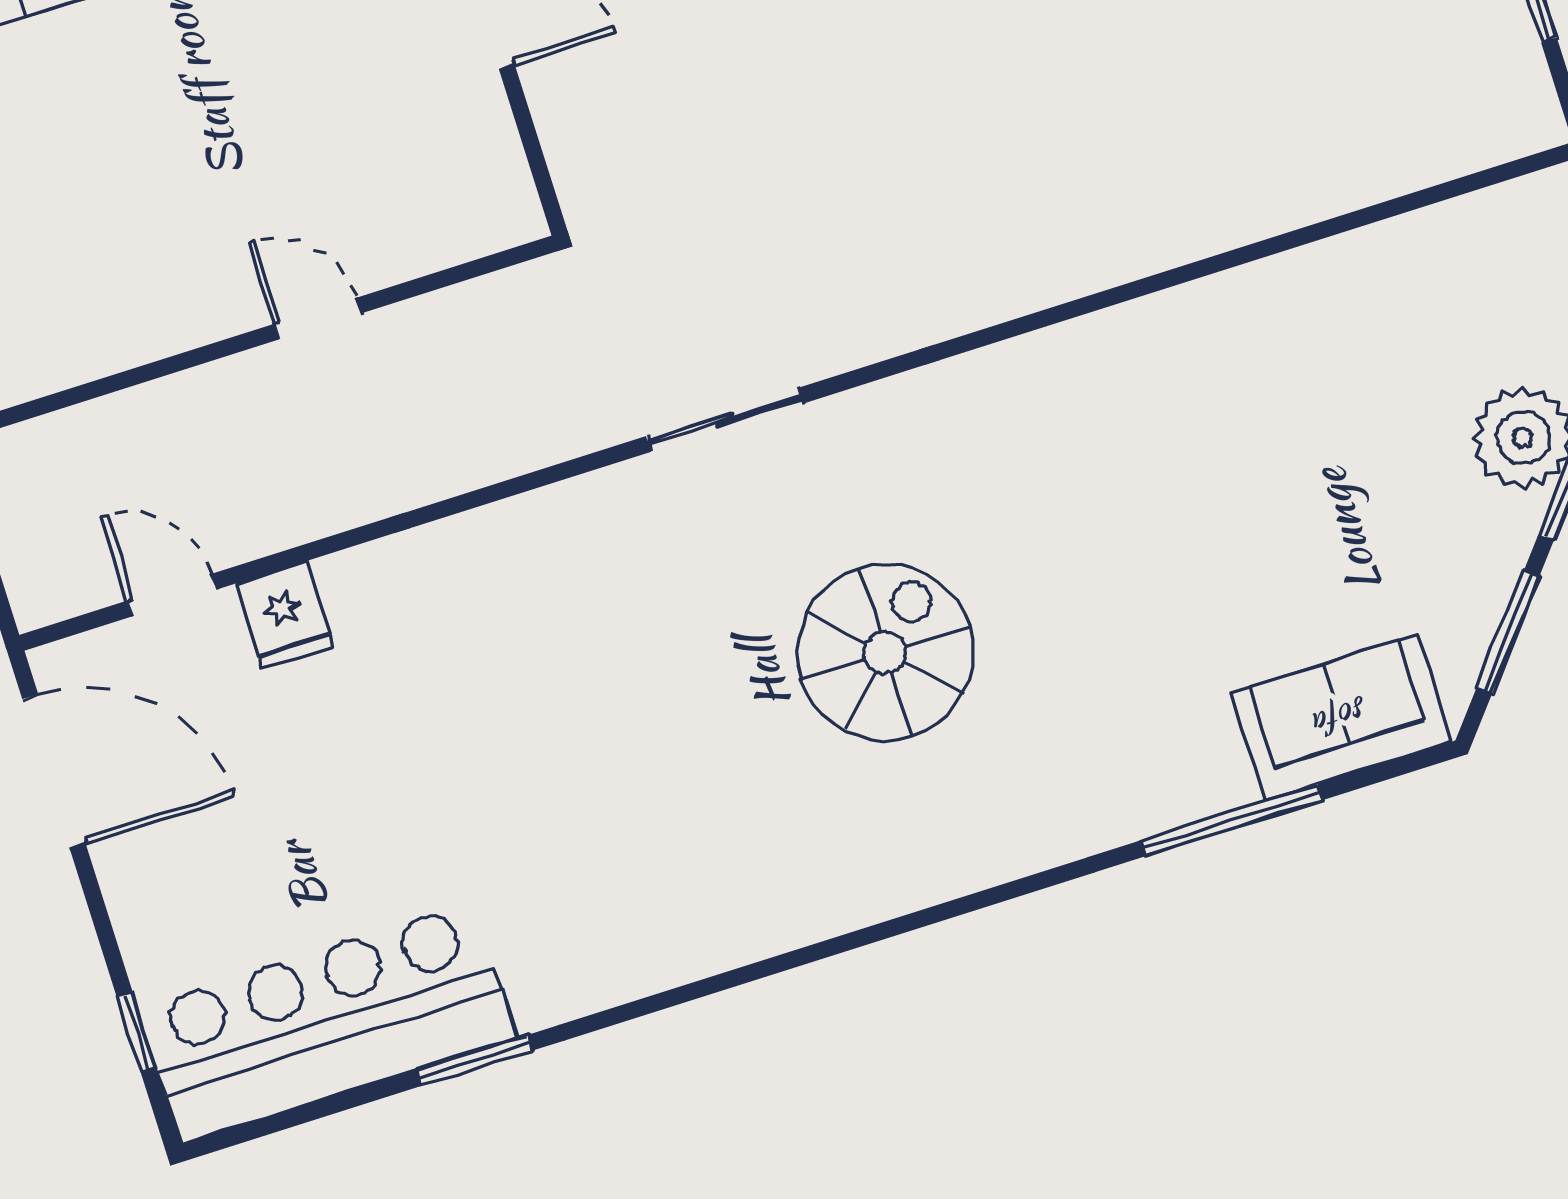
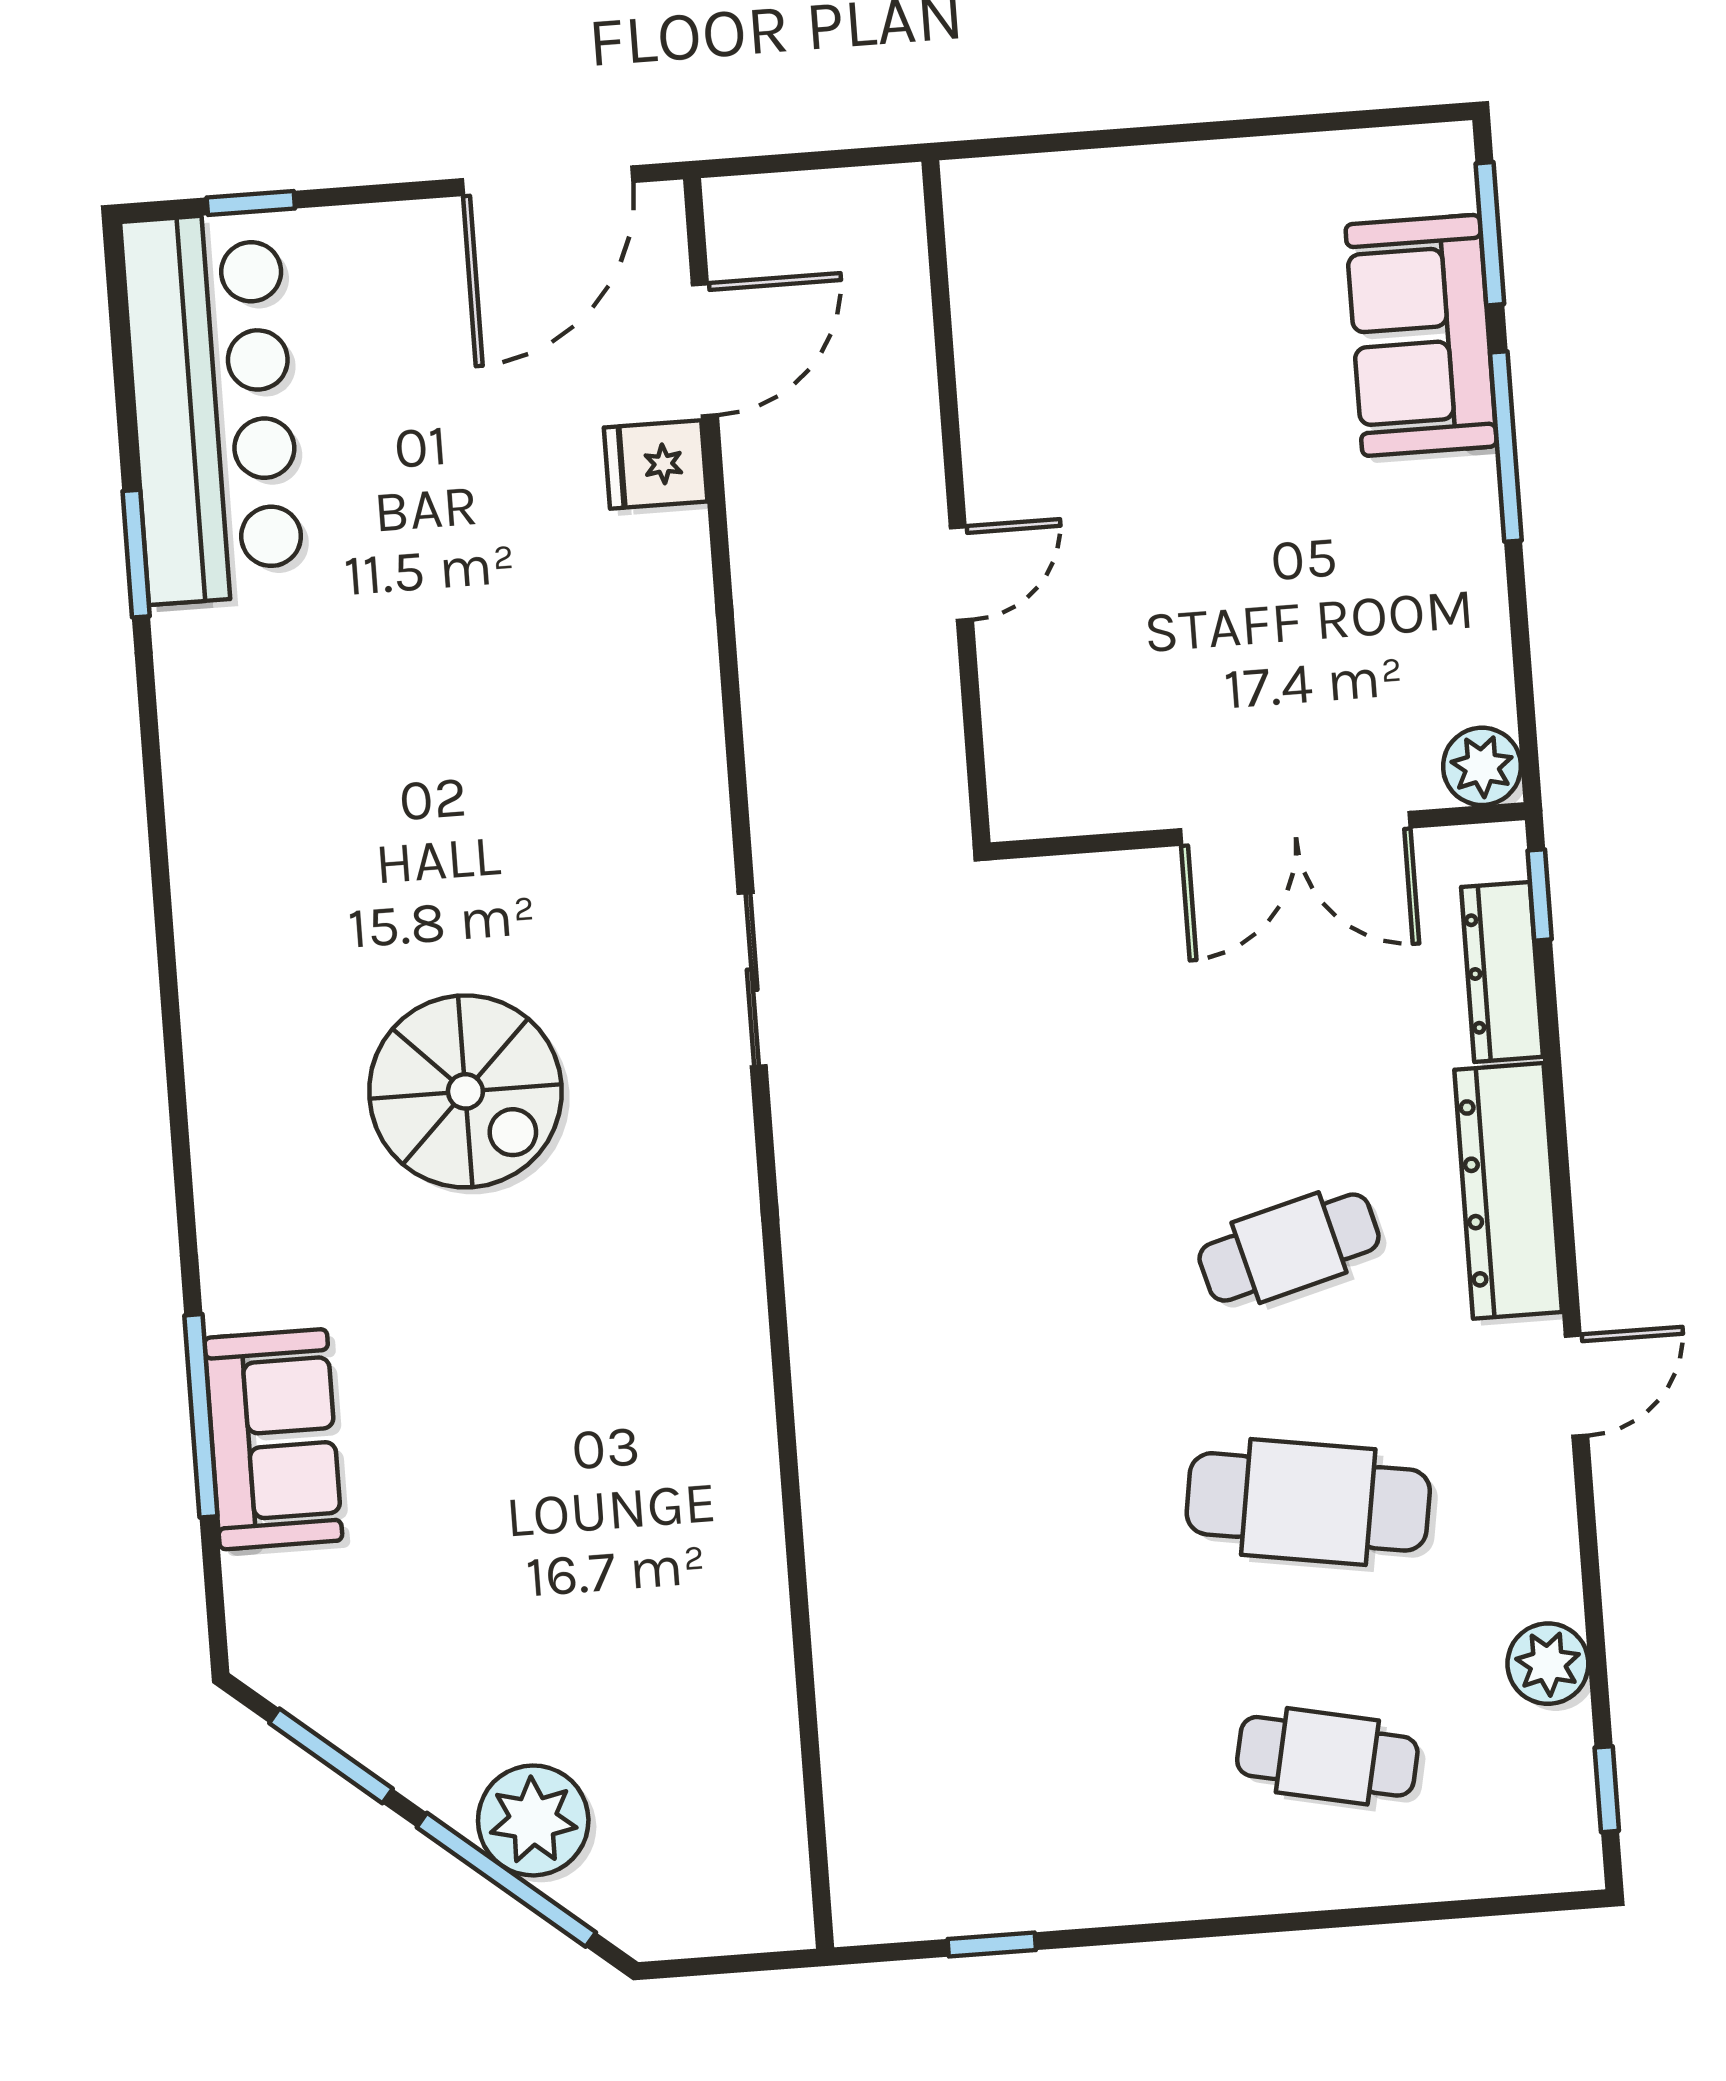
door: (172, 595) -> (705, 350), width x1.38
sofa: (1341, 718) -> (273, 1439), moved

